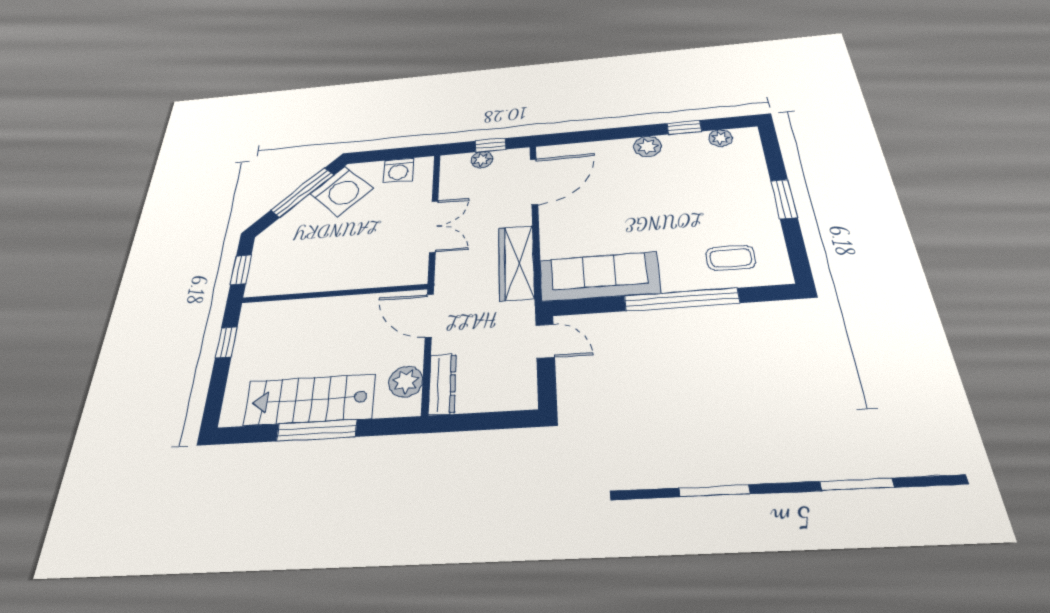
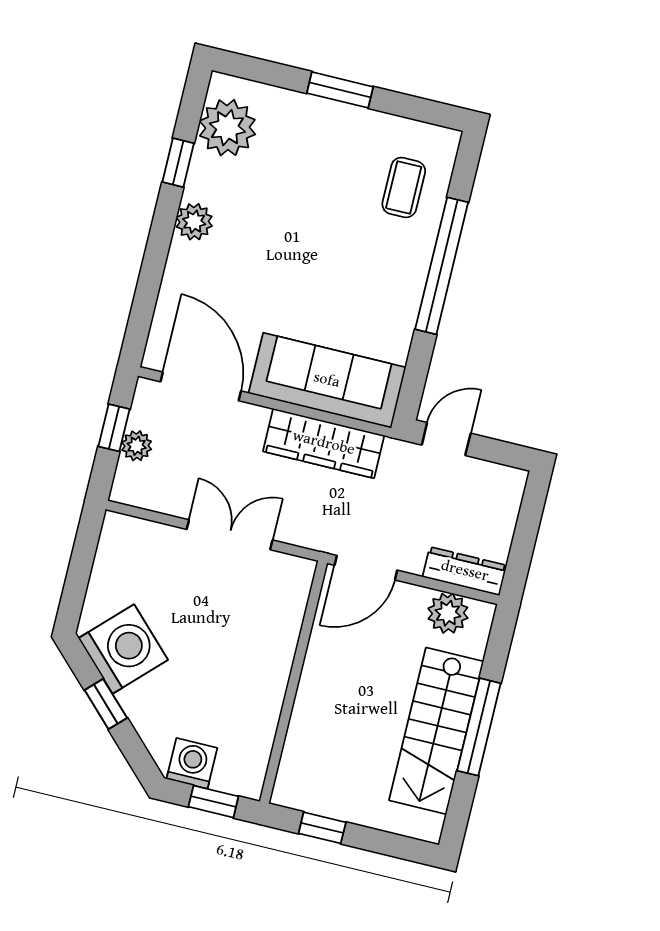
plant: (720, 138) -> (227, 128), width x1.88, depth x1.88
washing machine: (398, 170) -> (192, 763), moved, turned -90
window: (303, 192) -> (106, 704), width x0.46
sofa: (599, 277) -> (327, 380), moved, turned 90

